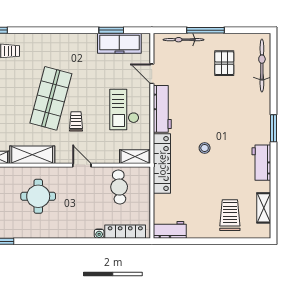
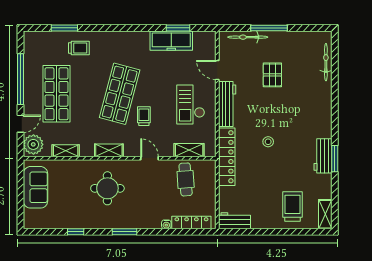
freezer: (119, 43) -> (171, 41), moved
pallet: (224, 63) -> (272, 75), moved
bicycle: (262, 66) -> (326, 62), width x0.73, depth x0.71
window: (274, 128) -> (335, 159), moved
shelving: (32, 155) -> (109, 150), width x0.67, depth x0.75
shelving: (135, 157) -> (189, 150), moved
shelving: (264, 208) -> (325, 214), moved
window: (56, 241) -> (125, 232), added

